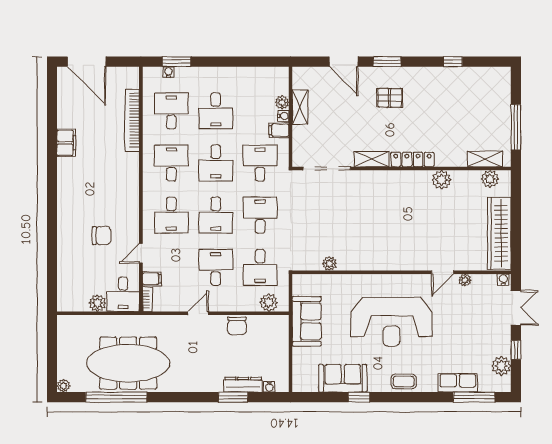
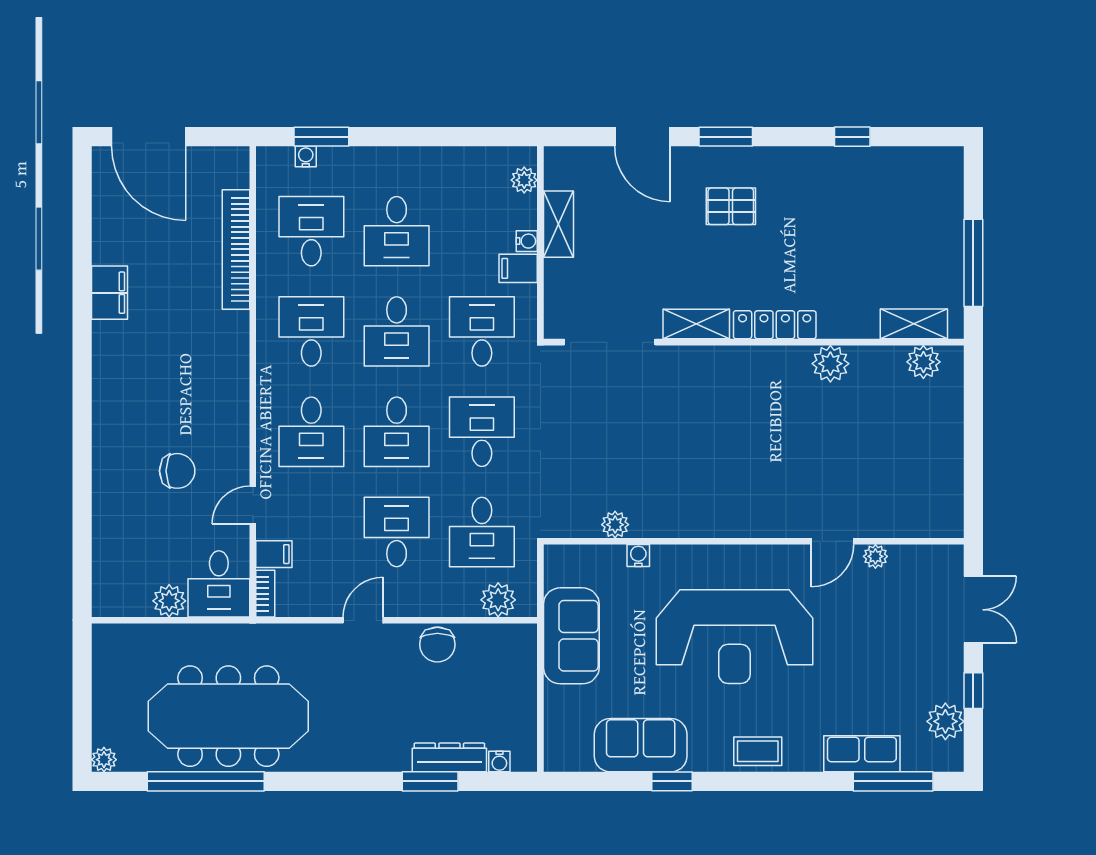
plant: (282, 102) -> (524, 180), moved
wardrobe: (499, 233) -> (942, 467), removed
water cooler: (503, 280) -> (638, 556), moved

